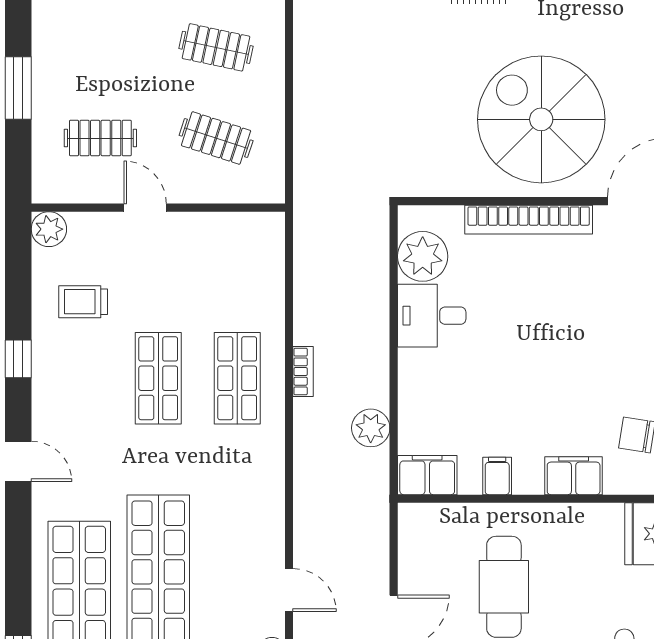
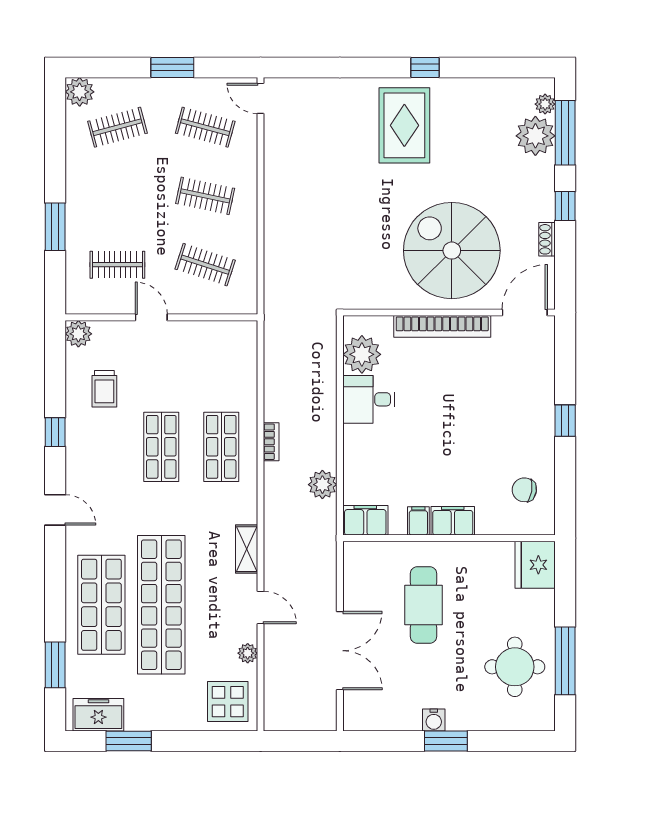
trolley: (83, 302) -> (104, 389), turned -90
filing cabinet: (574, 476) -> (453, 521), moved
shelving: (271, 513) -> (247, 549), added

